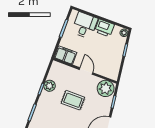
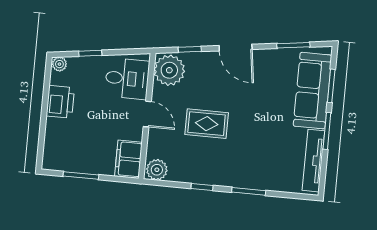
desk: (85, 25) -> (127, 79), moved, turned 180
door: (86, 71) -> (147, 114), swing flipped
plant: (50, 86) -> (157, 170), moved
rug: (73, 100) -> (207, 124), turned 90

